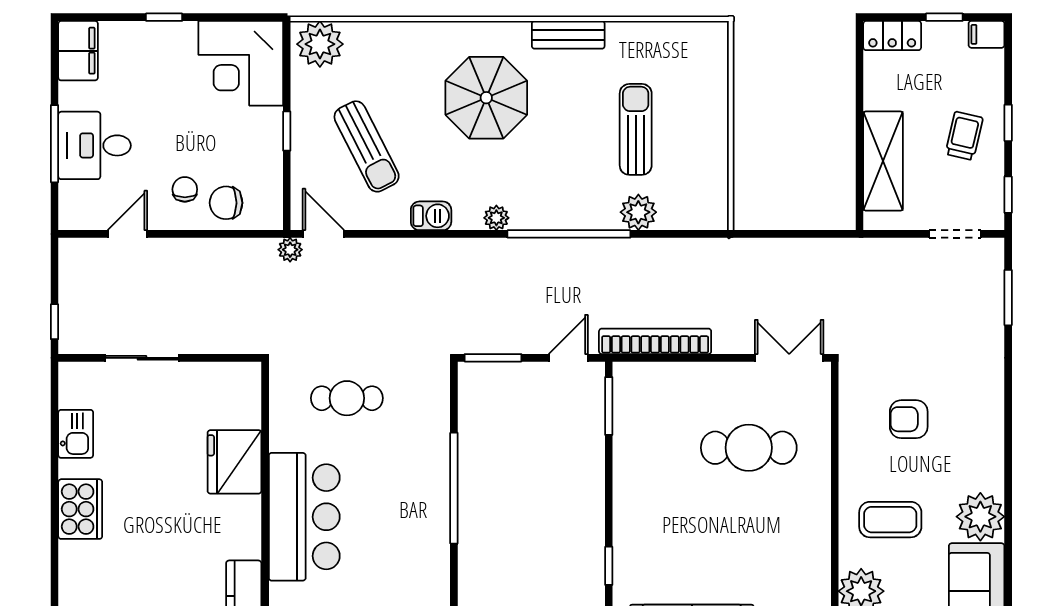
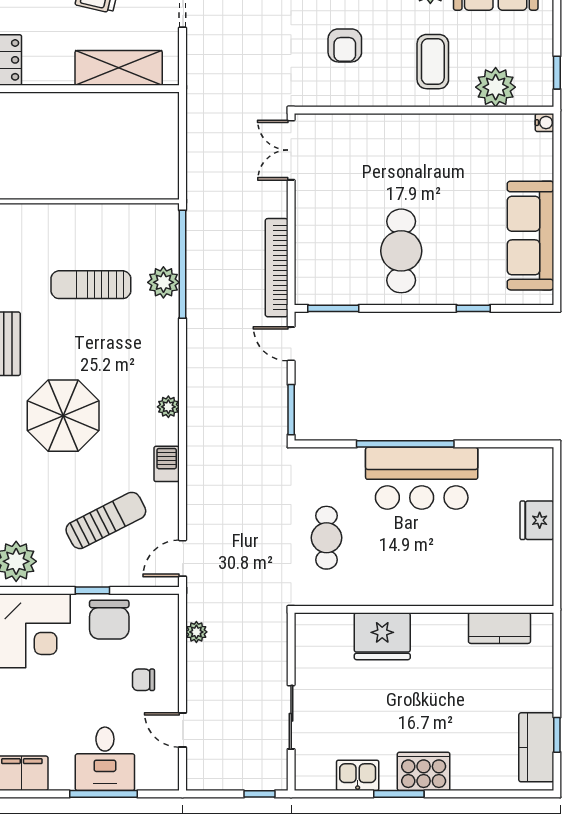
chair: (226, 203) -> (109, 620), moved, width x1.37, depth x1.37
window: (569, 234) -> (183, 264), moved
plant: (290, 250) -> (196, 632), moved
cafe table: (749, 448) -> (401, 251), moved
window: (55, 481) -> (399, 794), added
bar counter: (304, 517) -> (422, 478), moved, turned 180

